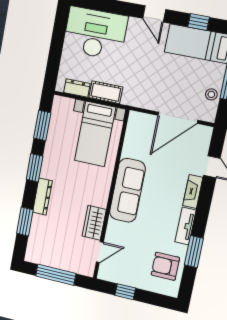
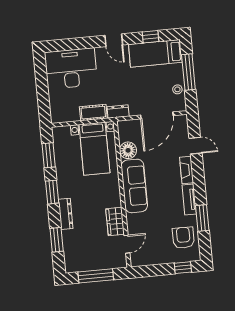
dresser: (77, 88) -> (118, 112), moved
floor lamp: (132, 148) -> (128, 150), added
armchair: (165, 266) -> (183, 238), turned 90
window: (125, 292) -> (183, 268), moved

